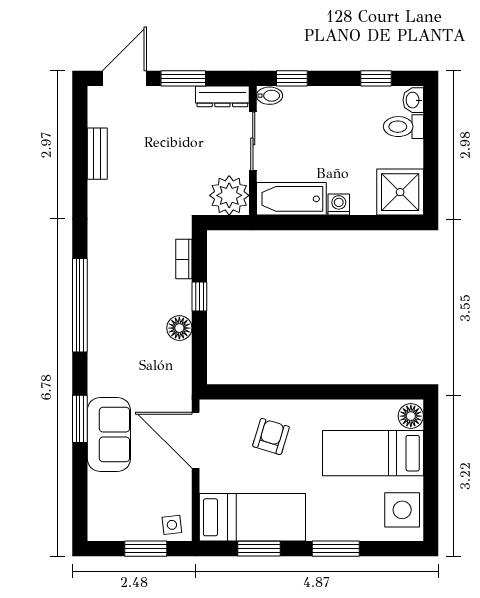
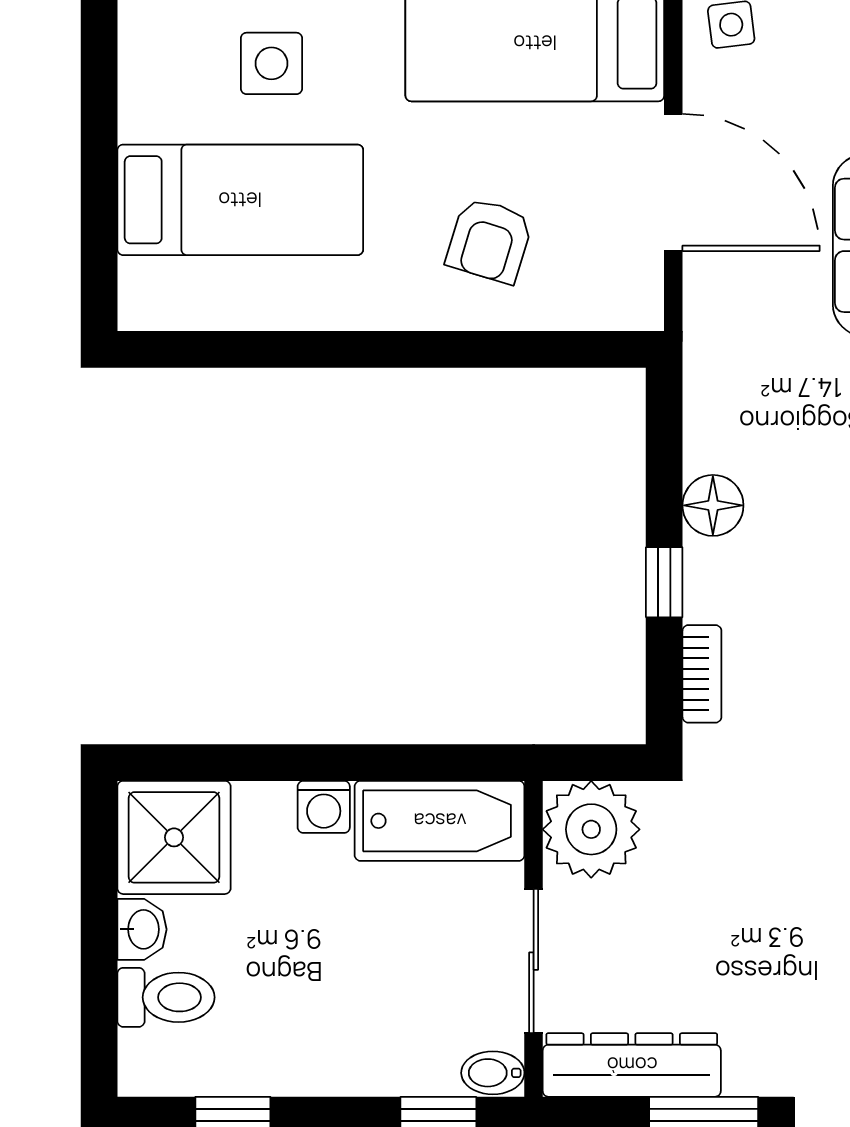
dresser: (222, 96) -> (632, 1065), width x1.37, depth x1.24
washbasin: (413, 100) -> (142, 929), moved
floor lamp: (411, 416) -> (148, 290), removed
door: (196, 440) -> (673, 182), moved
side table: (402, 510) -> (271, 63), moved, width x0.73, depth x0.73

